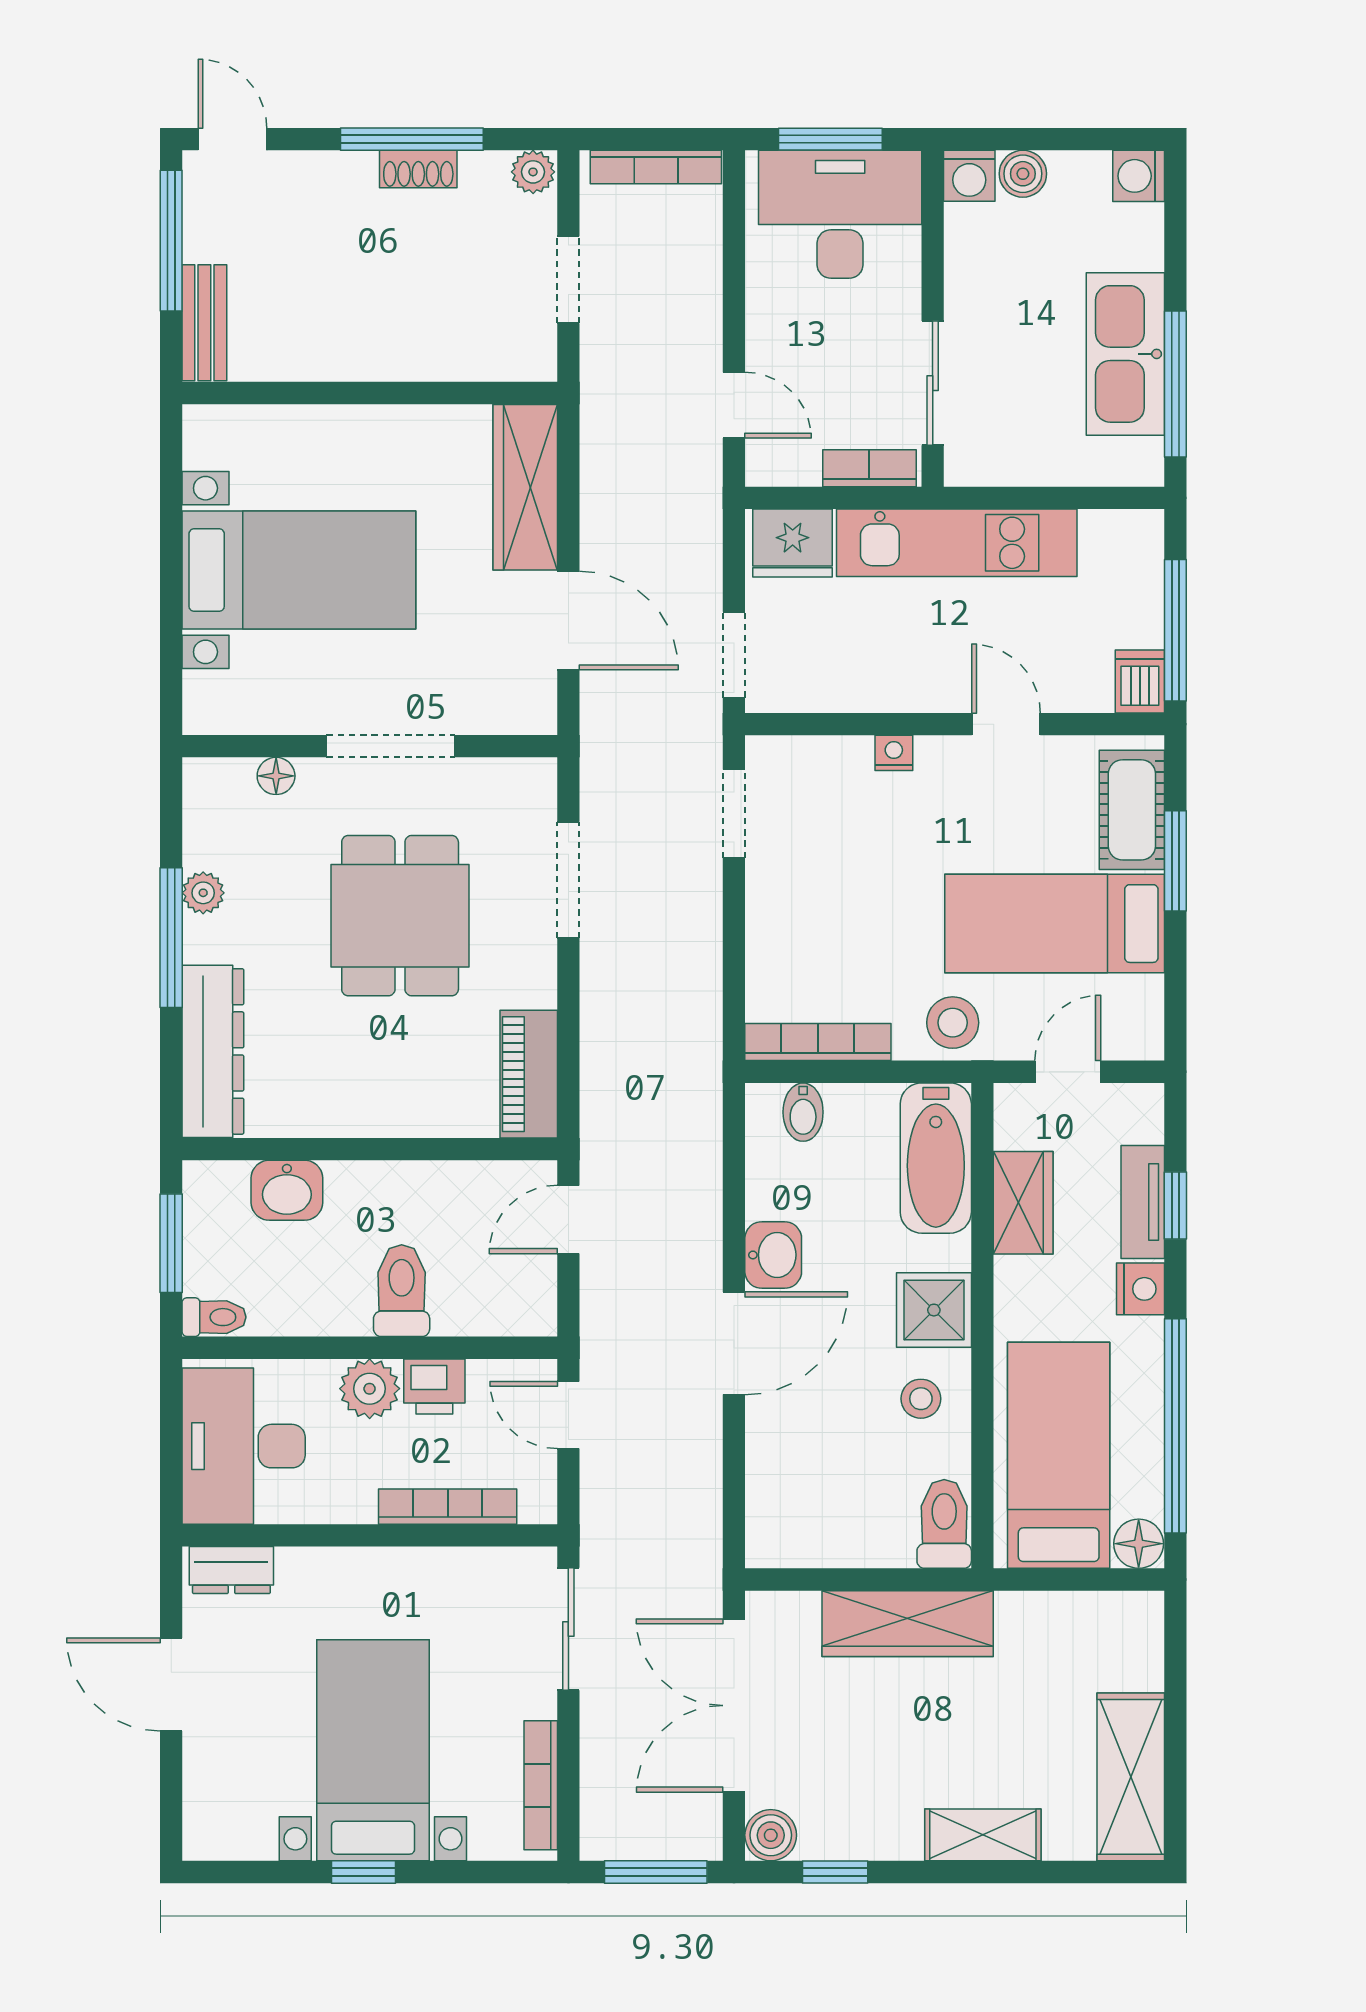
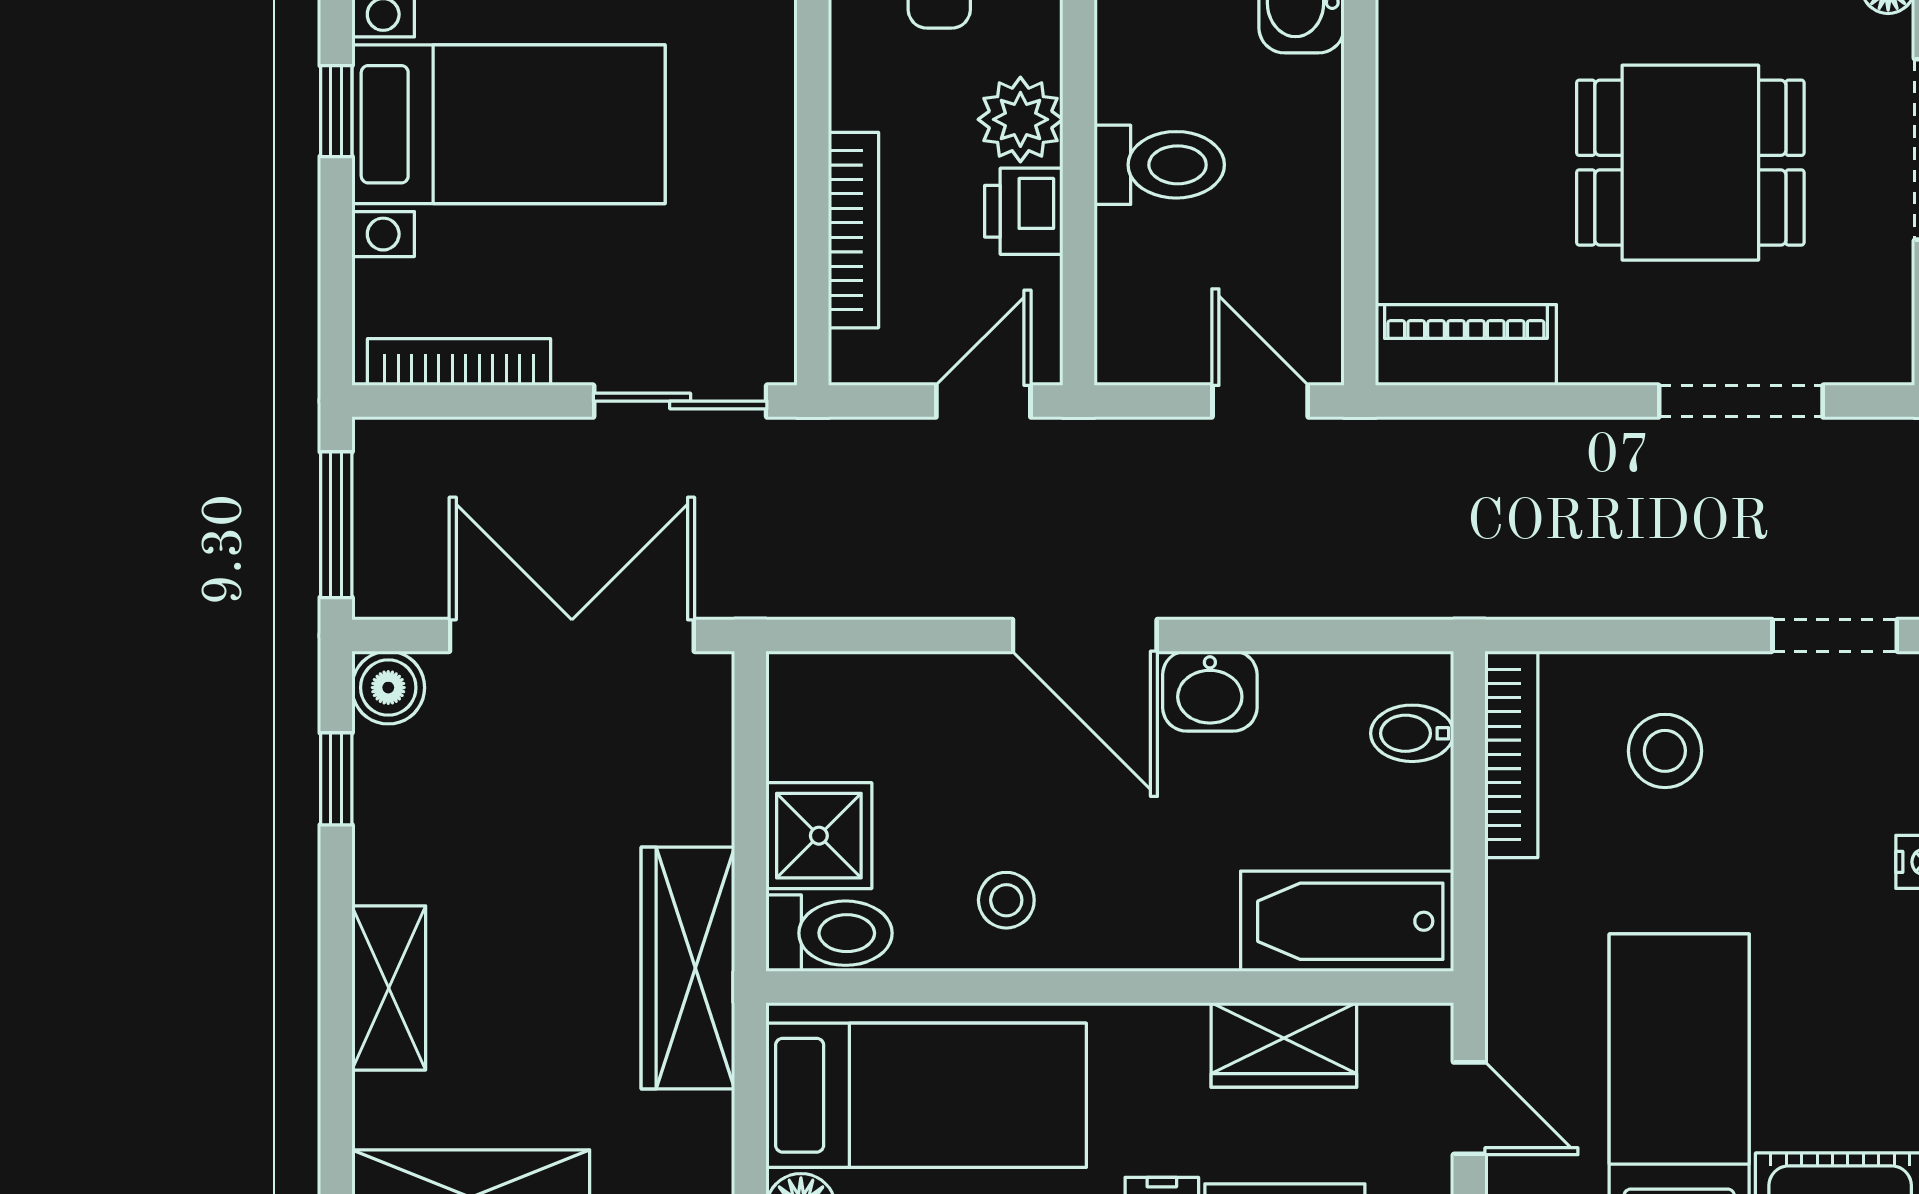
stool: (953, 1023) -> (1665, 751), moved
shower: (934, 1310) -> (819, 836), moved
wardrobe: (908, 1624) -> (688, 968), moved

